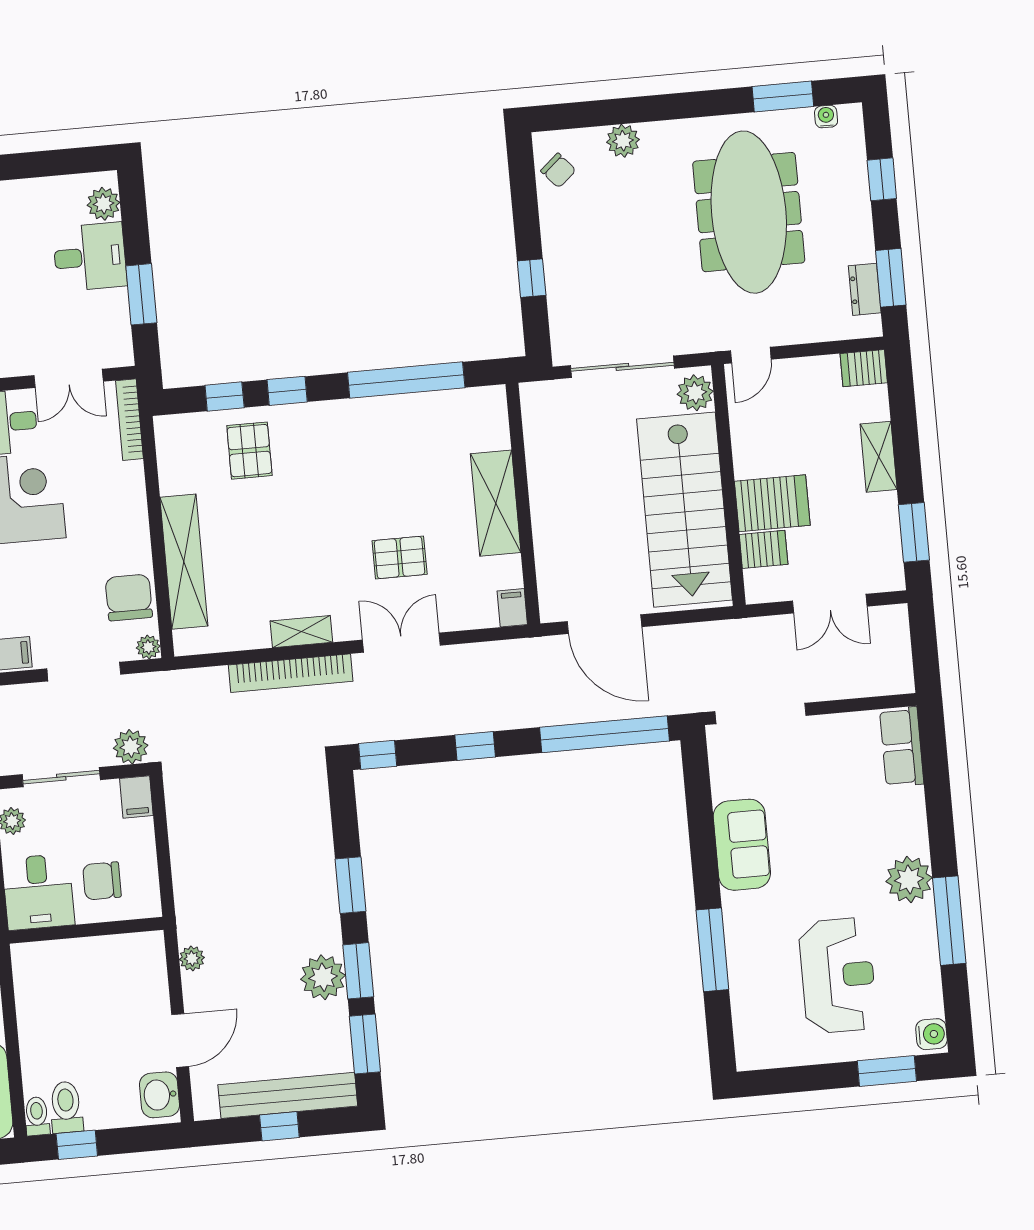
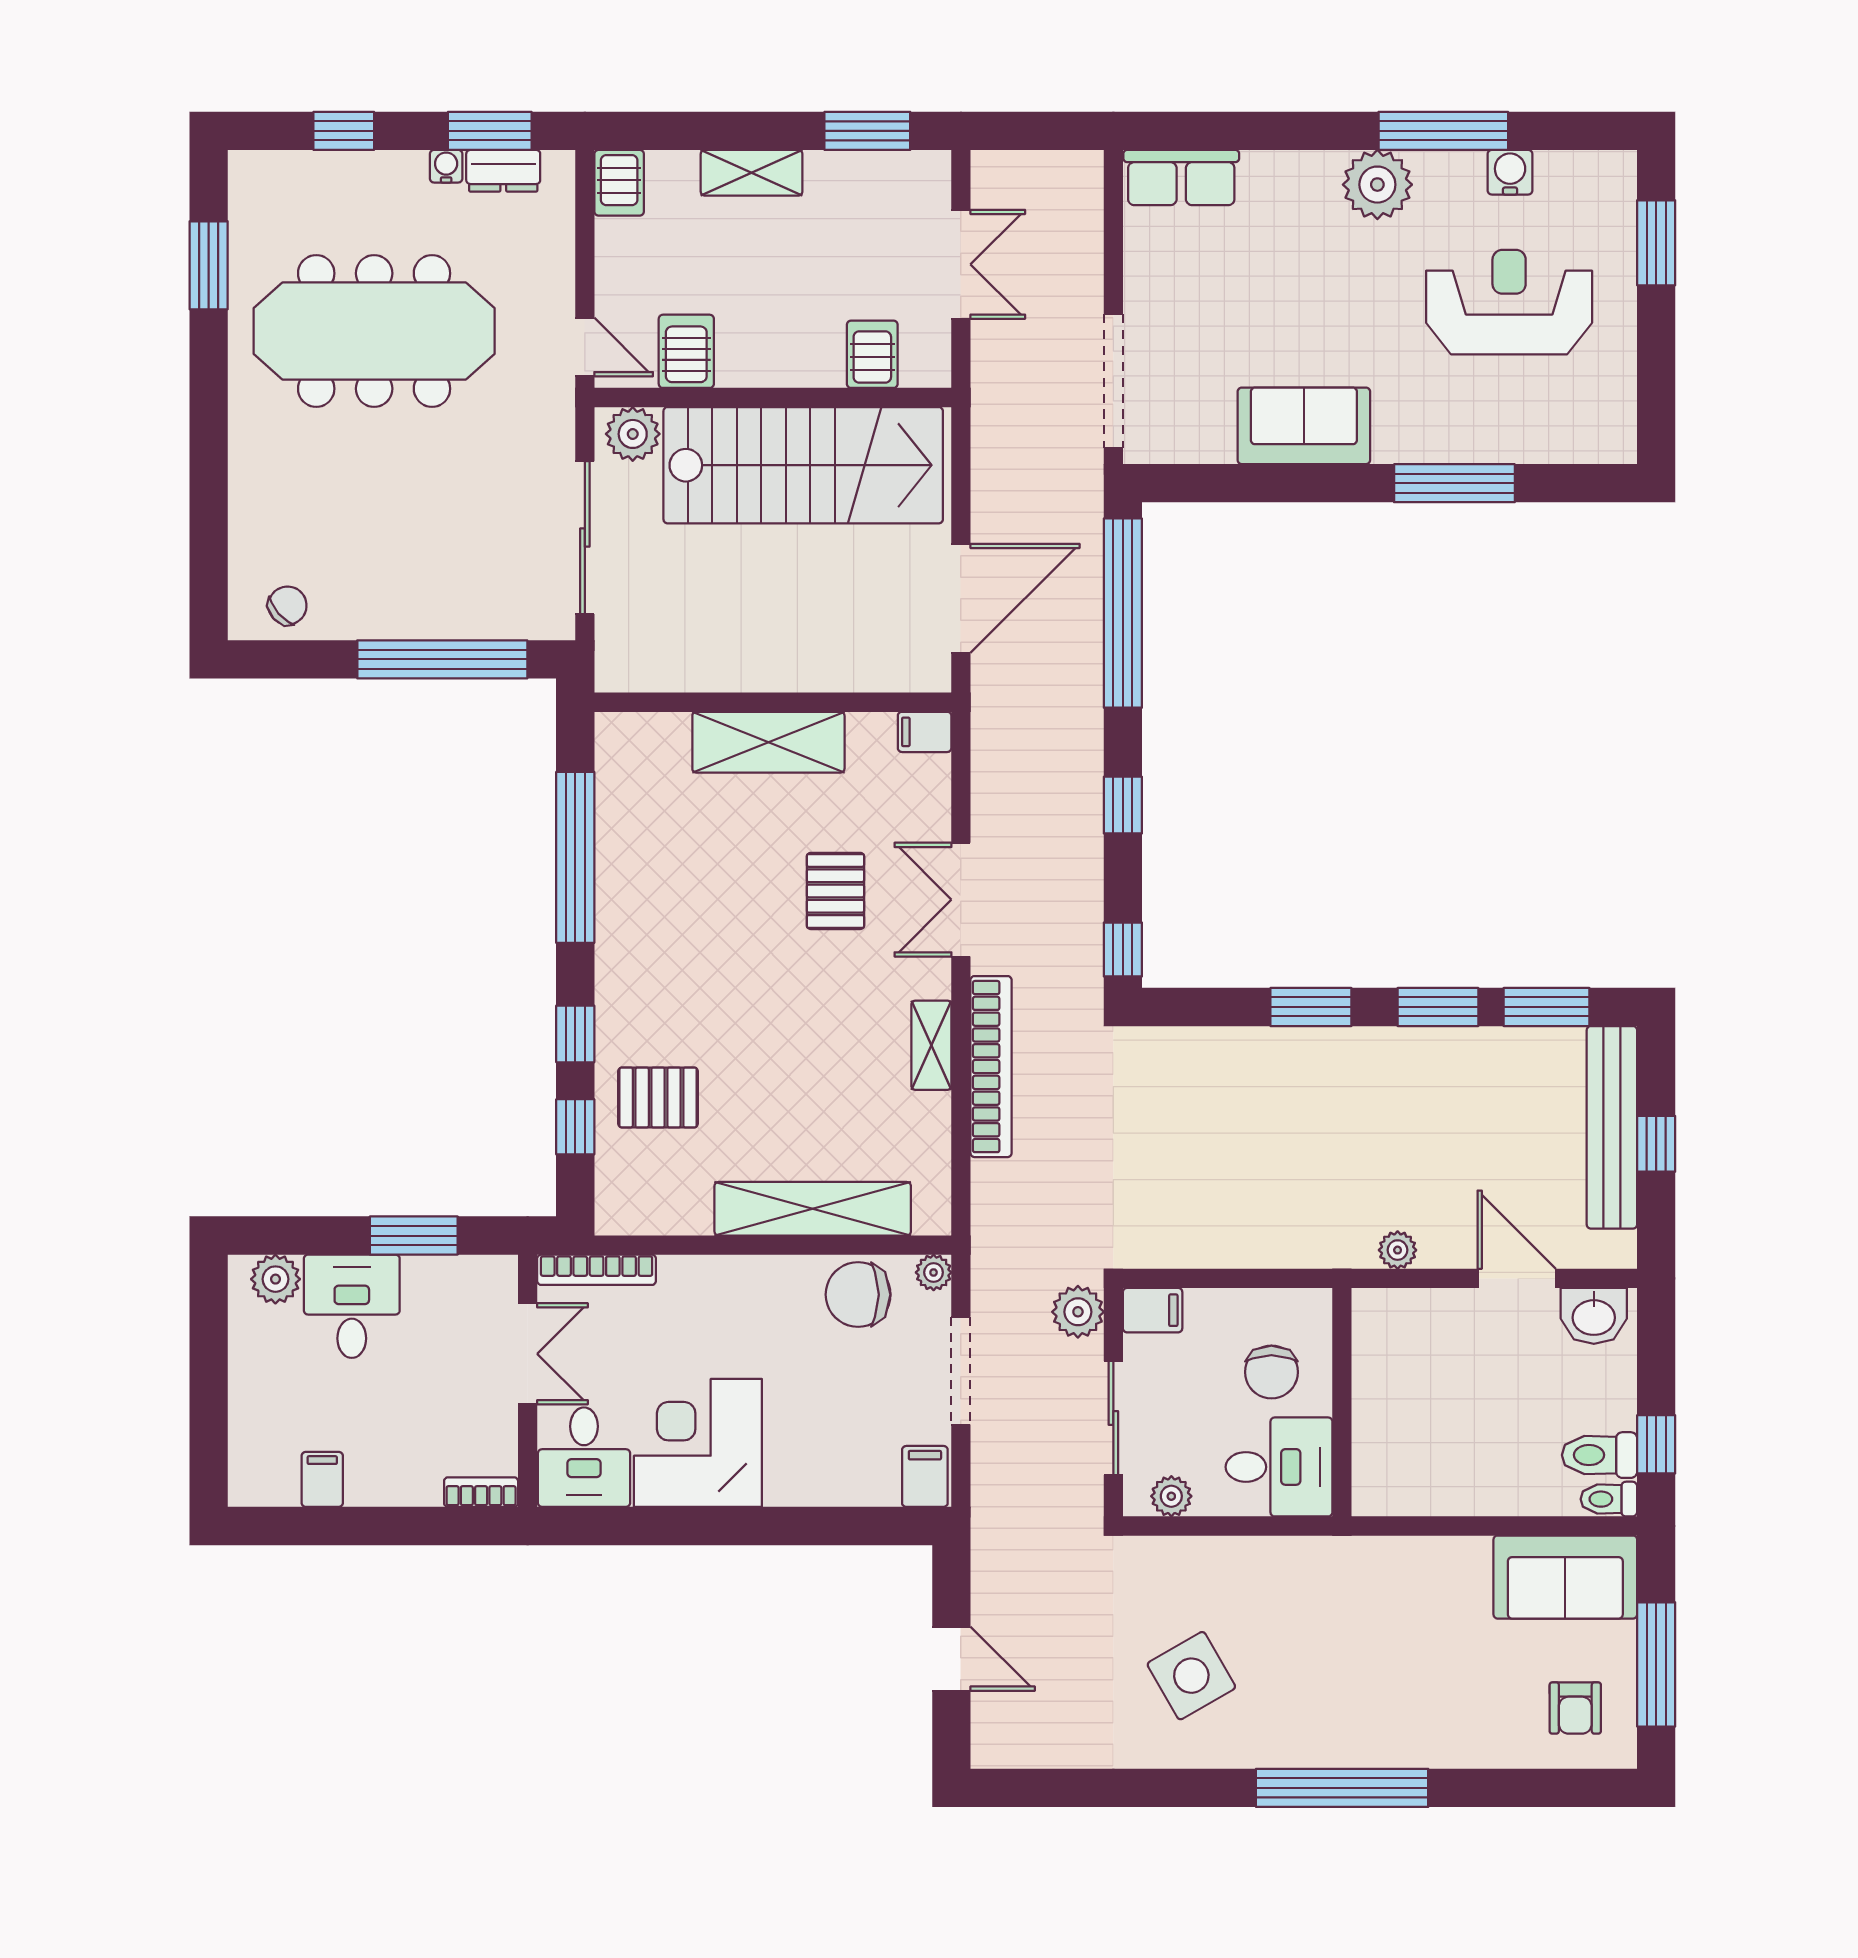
water cooler: (826, 117) -> (446, 166), moved, turned 90
plant: (623, 141) -> (252, 506), removed
window: (532, 278) -> (442, 659), width x3.17
server rack: (772, 503) -> (686, 351), moved, width x0.73, depth x0.70
plant: (323, 977) -> (1443, 1060), removed
water cooler: (931, 1034) -> (1510, 172), moved

